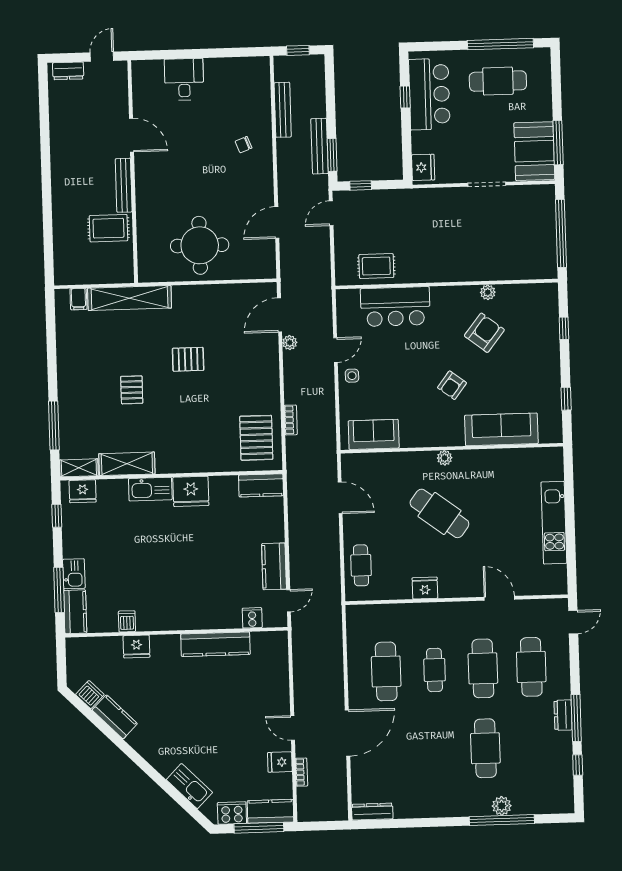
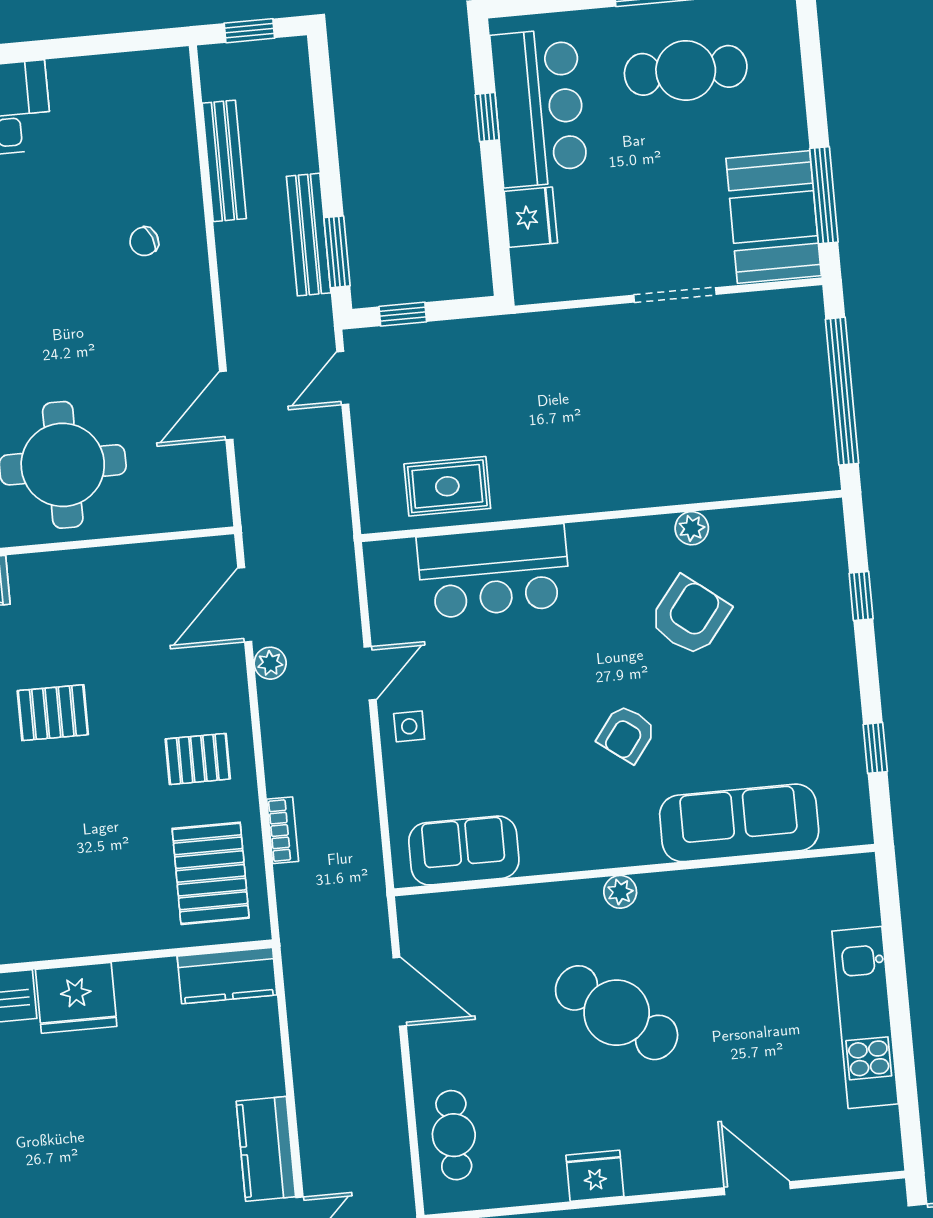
fridge: (423, 167) -> (531, 217), moved
pallet: (254, 385) -> (198, 759), added

